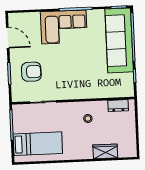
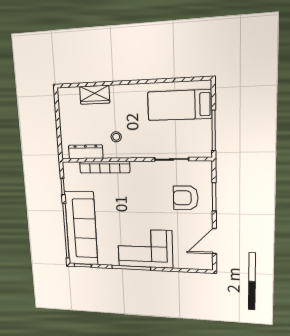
door: (8, 38) -> (214, 241), hinge flipped
bookcase: (98, 94) -> (105, 167), added
dresser: (118, 106) -> (86, 152), width x1.44

